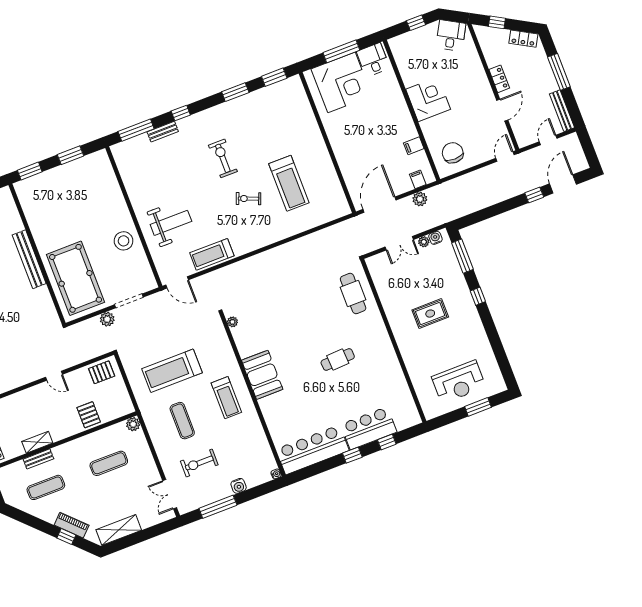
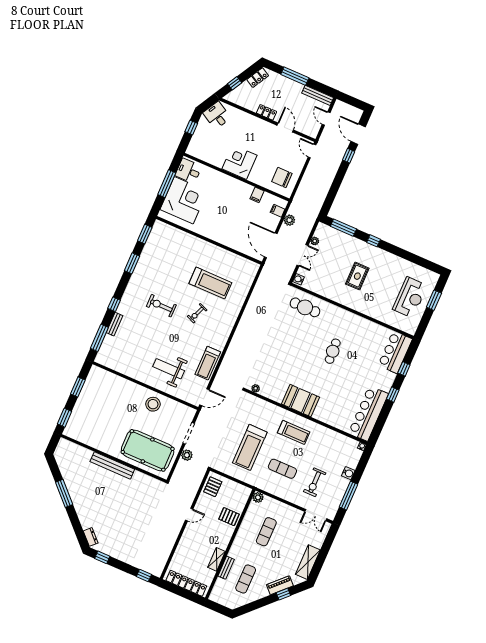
weight bench: (171, 223) -> (169, 369), turned -90
water cooler: (435, 238) -> (299, 279), moved
bar counter: (369, 428) -> (395, 352), moved

